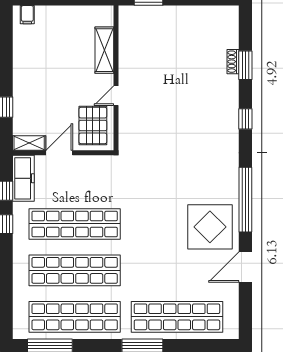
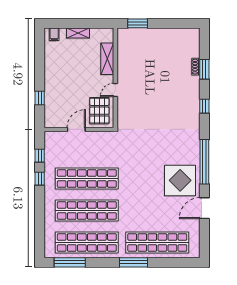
shelving: (29, 143) -> (78, 33), moved
freezer: (23, 178) -> (52, 147), removed

